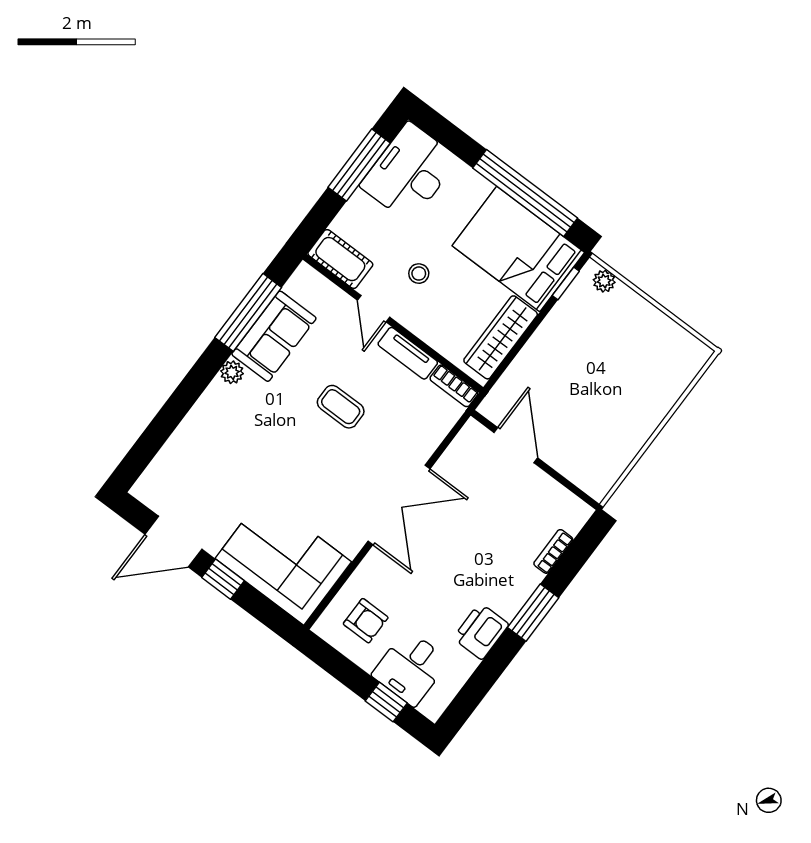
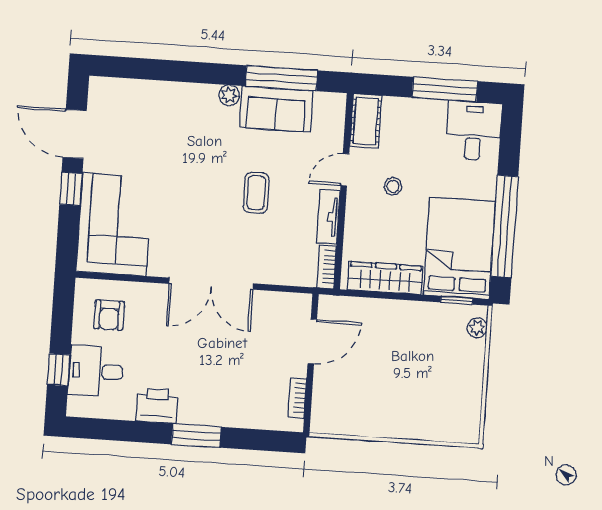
desk: (409, 172) -> (474, 131), width x0.73
bookcase: (553, 551) -> (297, 398), moved, turned -90

